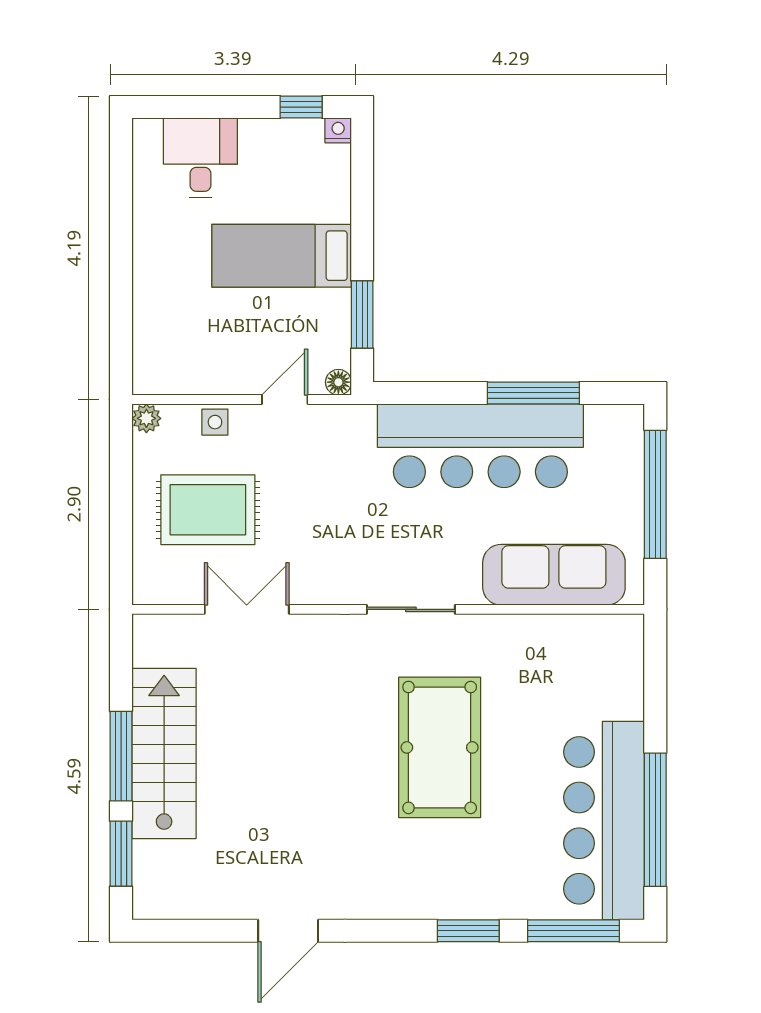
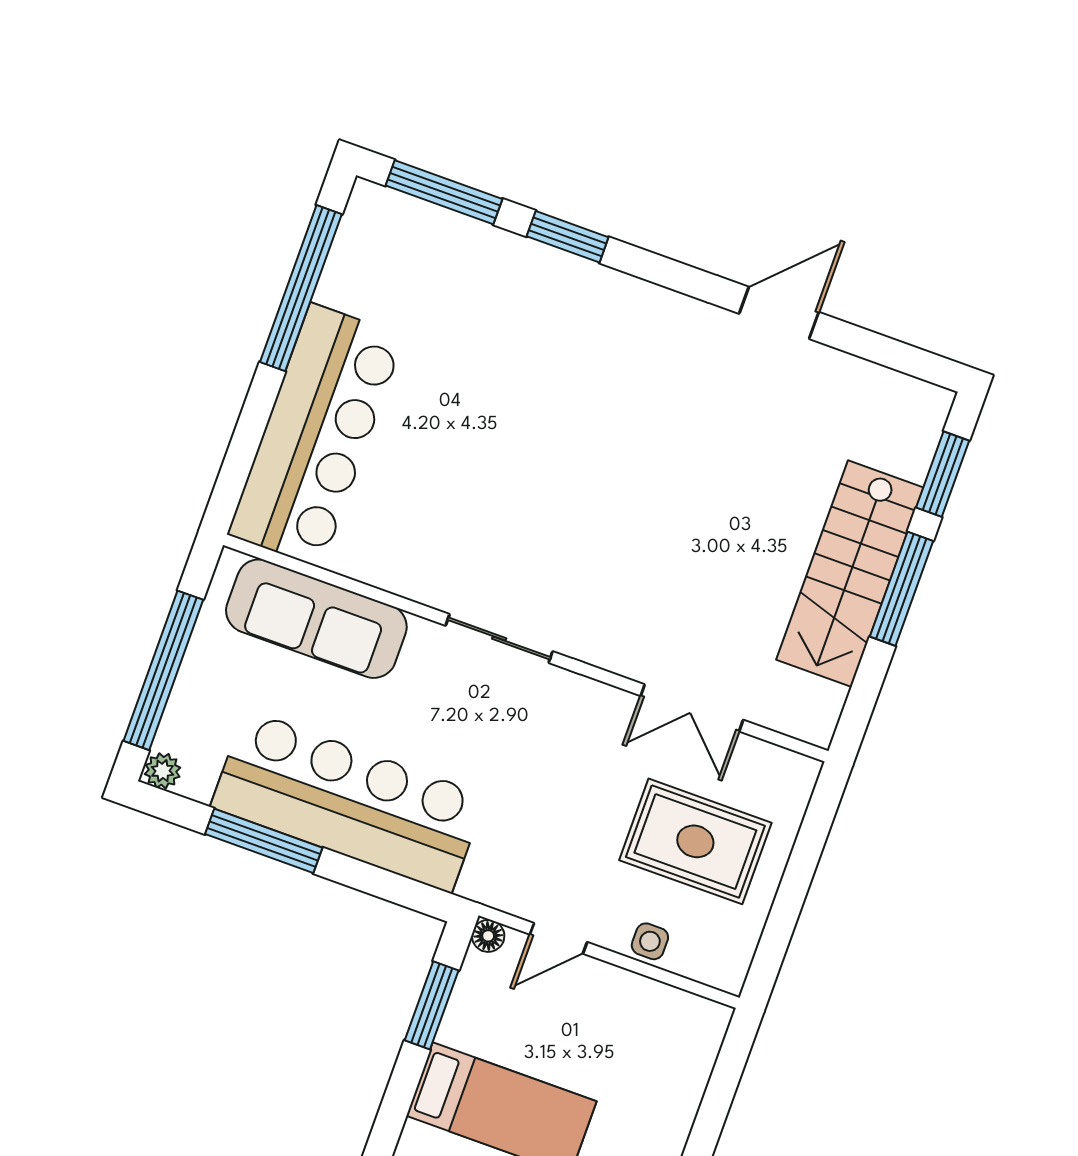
plant: (146, 418) -> (163, 771), moved
pool table: (440, 747) -> (524, 464), removed
bar counter: (604, 820) -> (316, 435), moved

